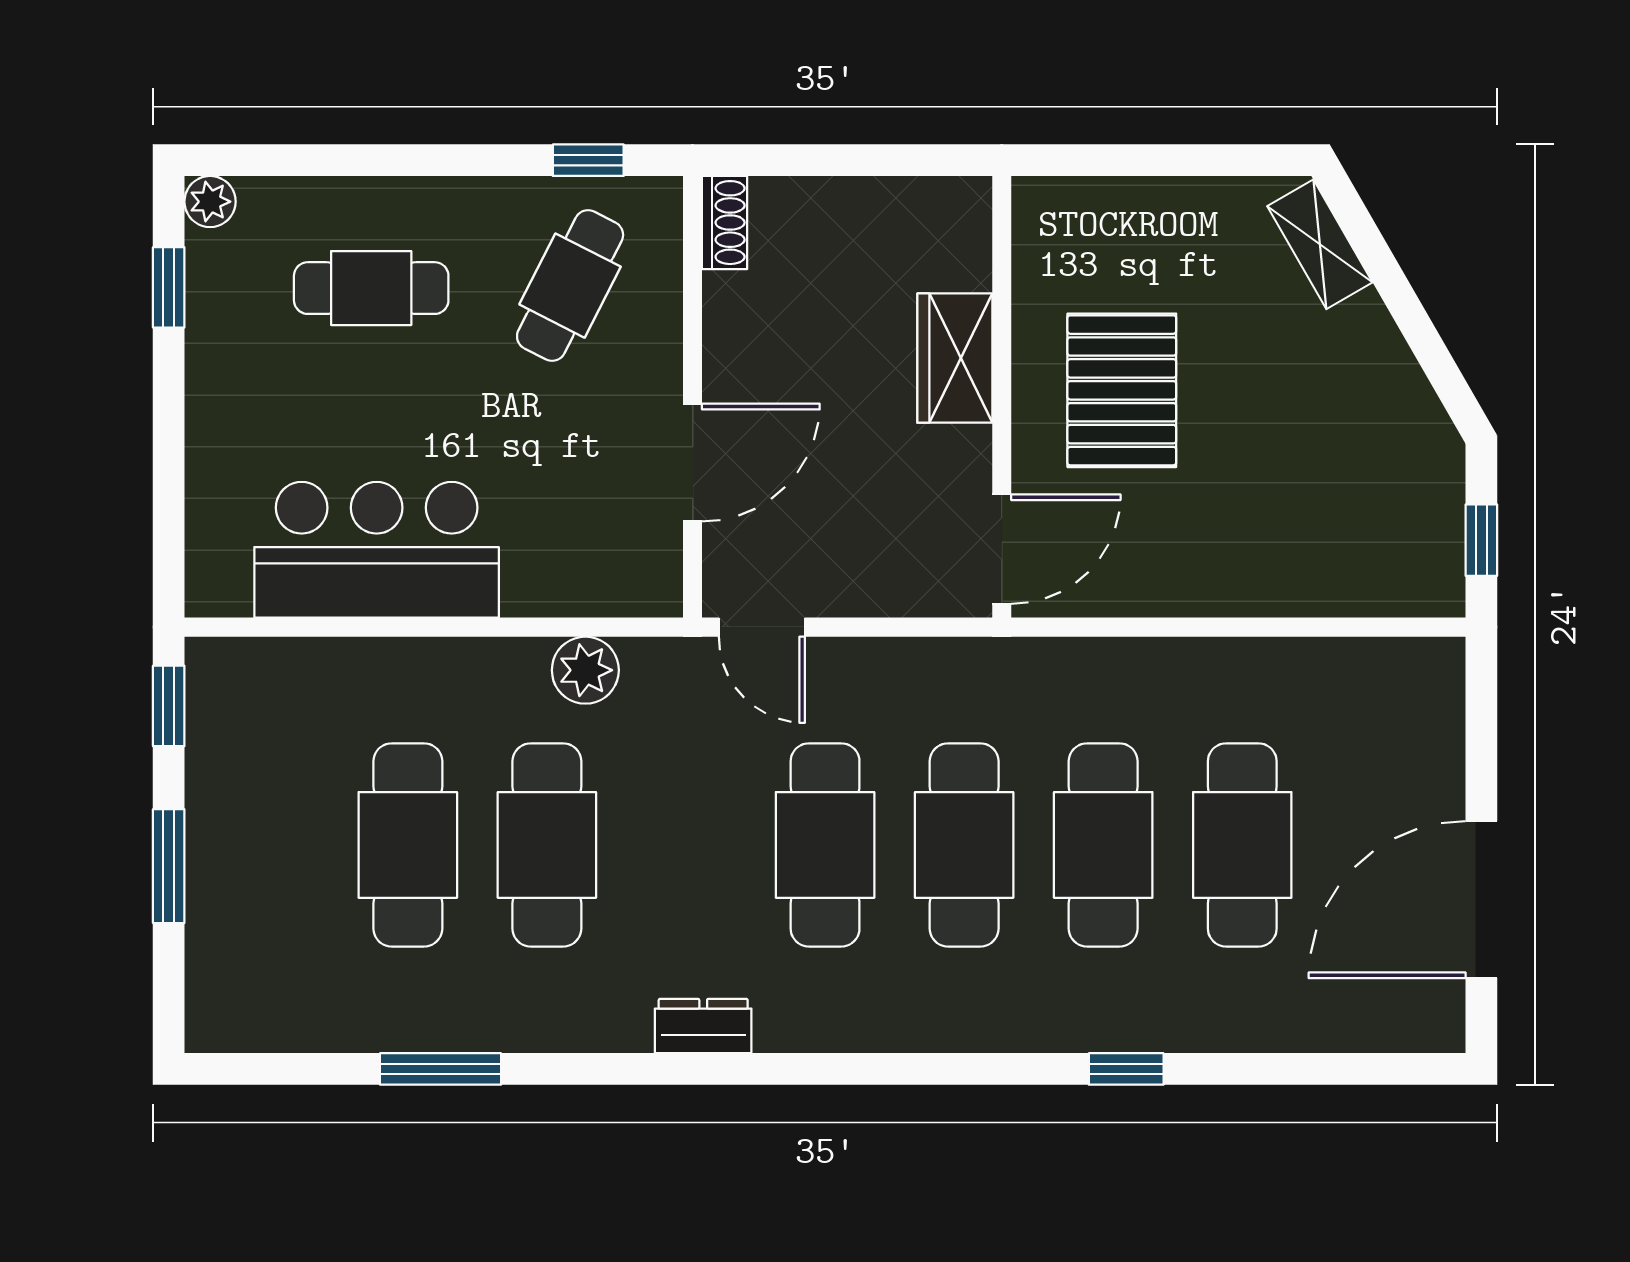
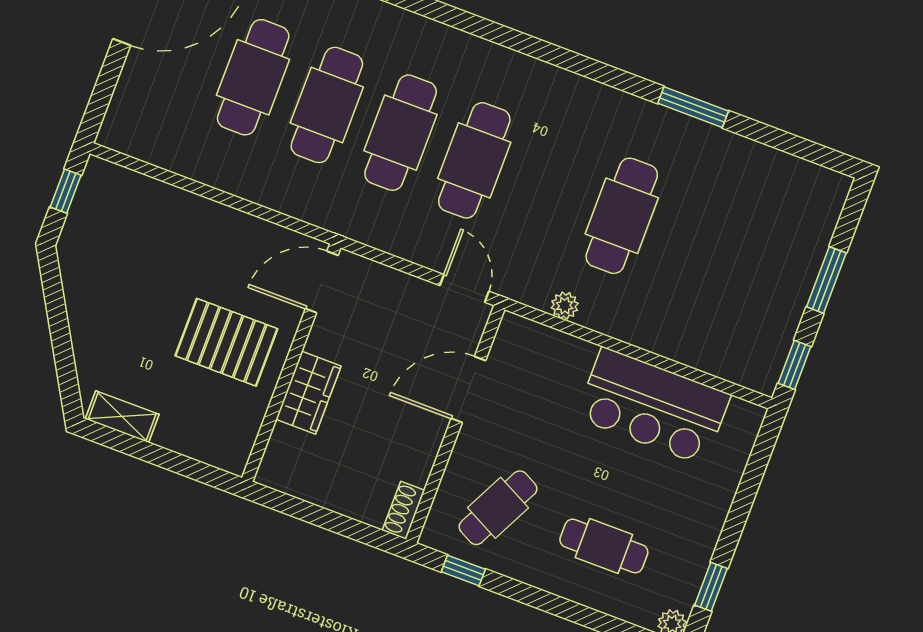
shelving: (1320, 244) -> (122, 417), moved, turned -60
pallet: (1122, 390) -> (226, 342), turned 90
plant: (585, 670) -> (565, 306), width x0.73, depth x0.73
cafe table: (408, 845) -> (695, 244), removed
dresser: (703, 1026) -> (575, 89), removed
window: (441, 1069) -> (693, 107), moved

